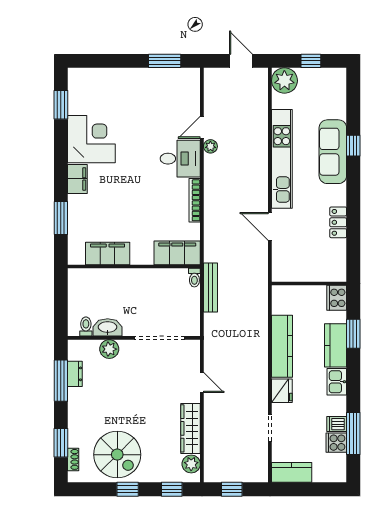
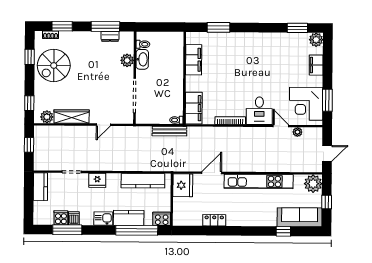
plant: (78, 78) -> (316, 40), added
corner desk: (91, 139) -> (306, 104), moved, turned 90
plant: (210, 146) -> (297, 132), moved
window: (353, 146) -> (283, 231), moved
sofa: (333, 152) -> (300, 217), moved
filing cabinet: (77, 179) -> (316, 65), moved, turned 90
fridge: (288, 268) -> (183, 185), added
window: (353, 334) -> (137, 230), width x2.11
kitchen counter: (282, 346) -> (143, 181), moved
window: (128, 489) -> (30, 57), moved

